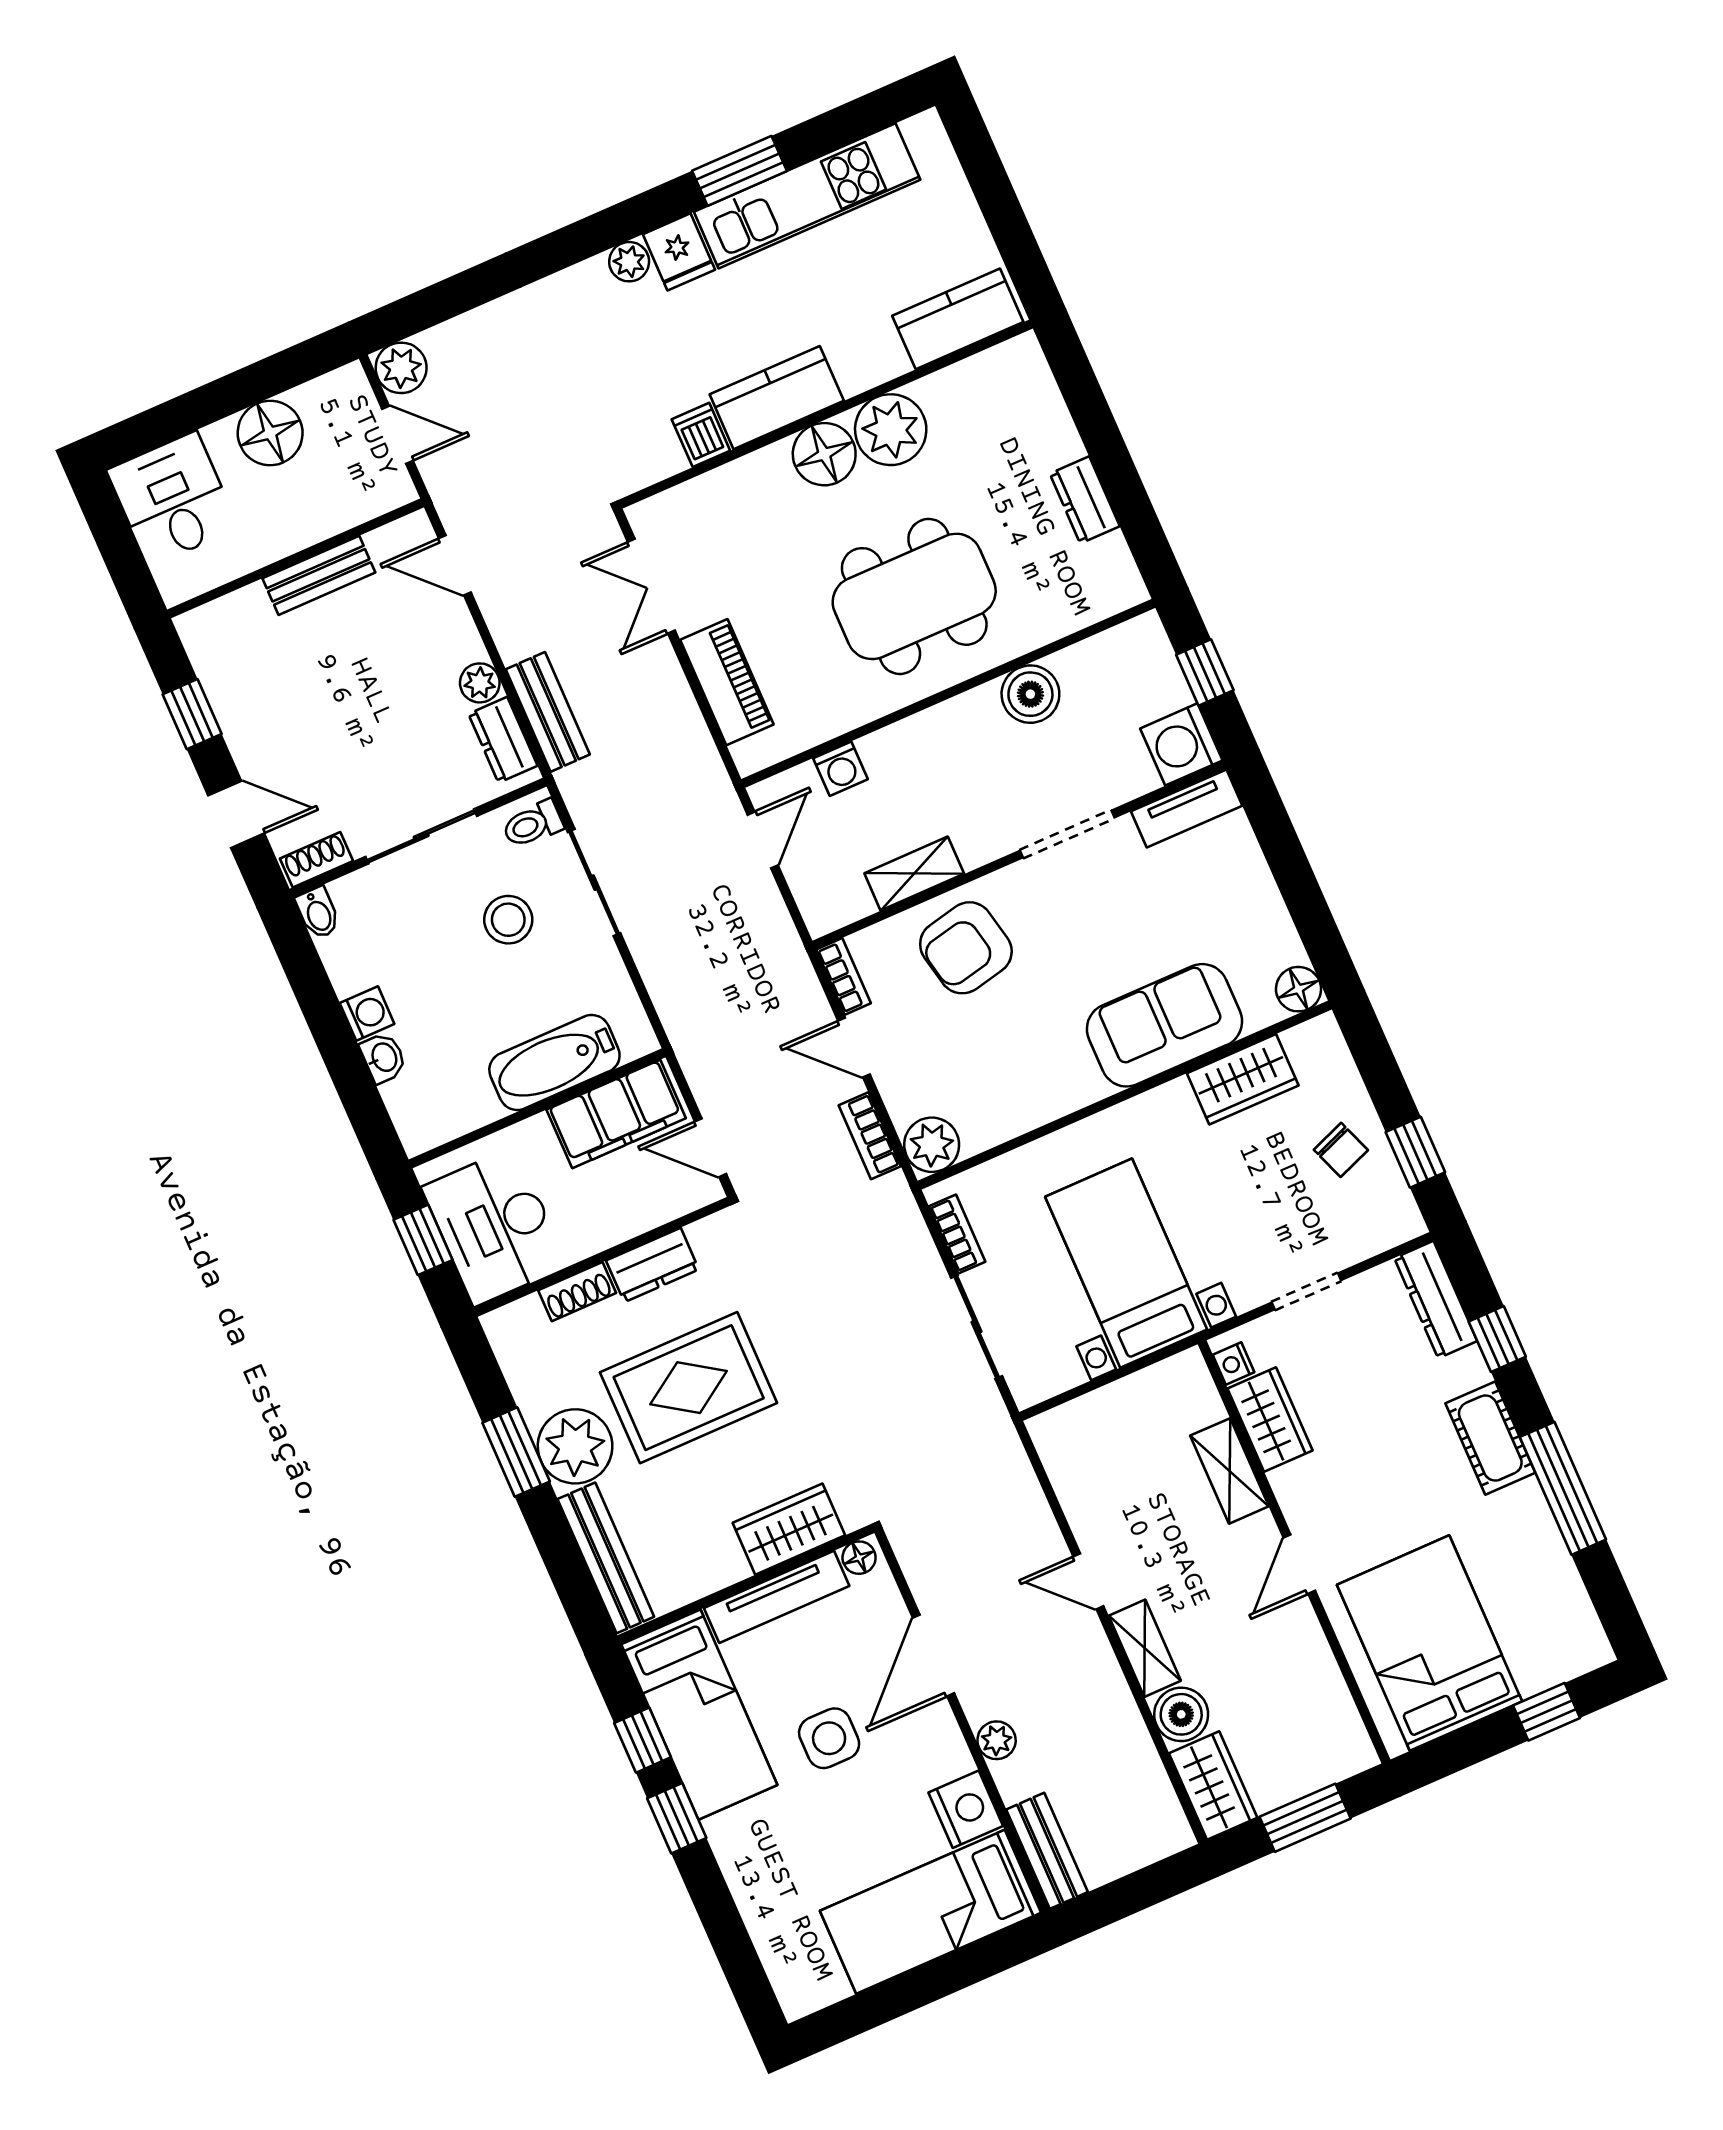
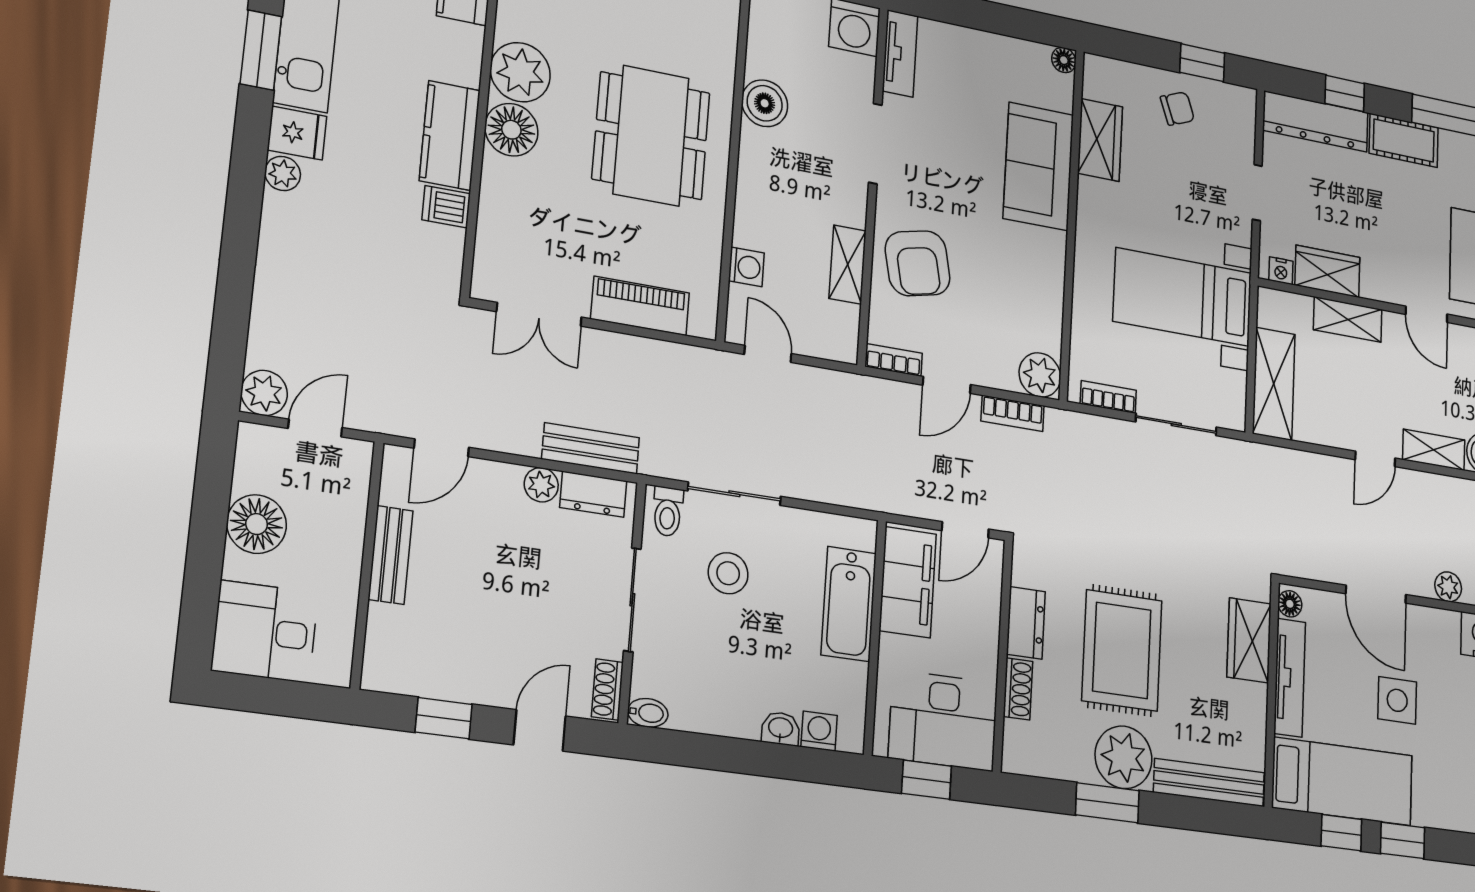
floor lamp: (1299, 989) -> (1064, 60), width x0.73, depth x0.73
washing machine: (367, 1014) -> (819, 731), moved
dresser: (1436, 1300) -> (1316, 121), width x1.37, depth x1.24
shelving: (1097, 1418) -> (1274, 384), added

